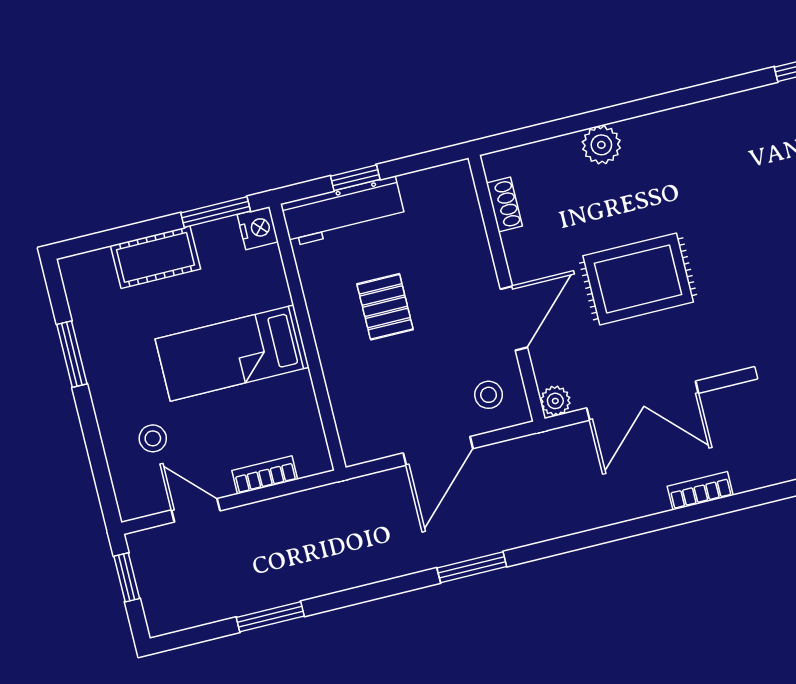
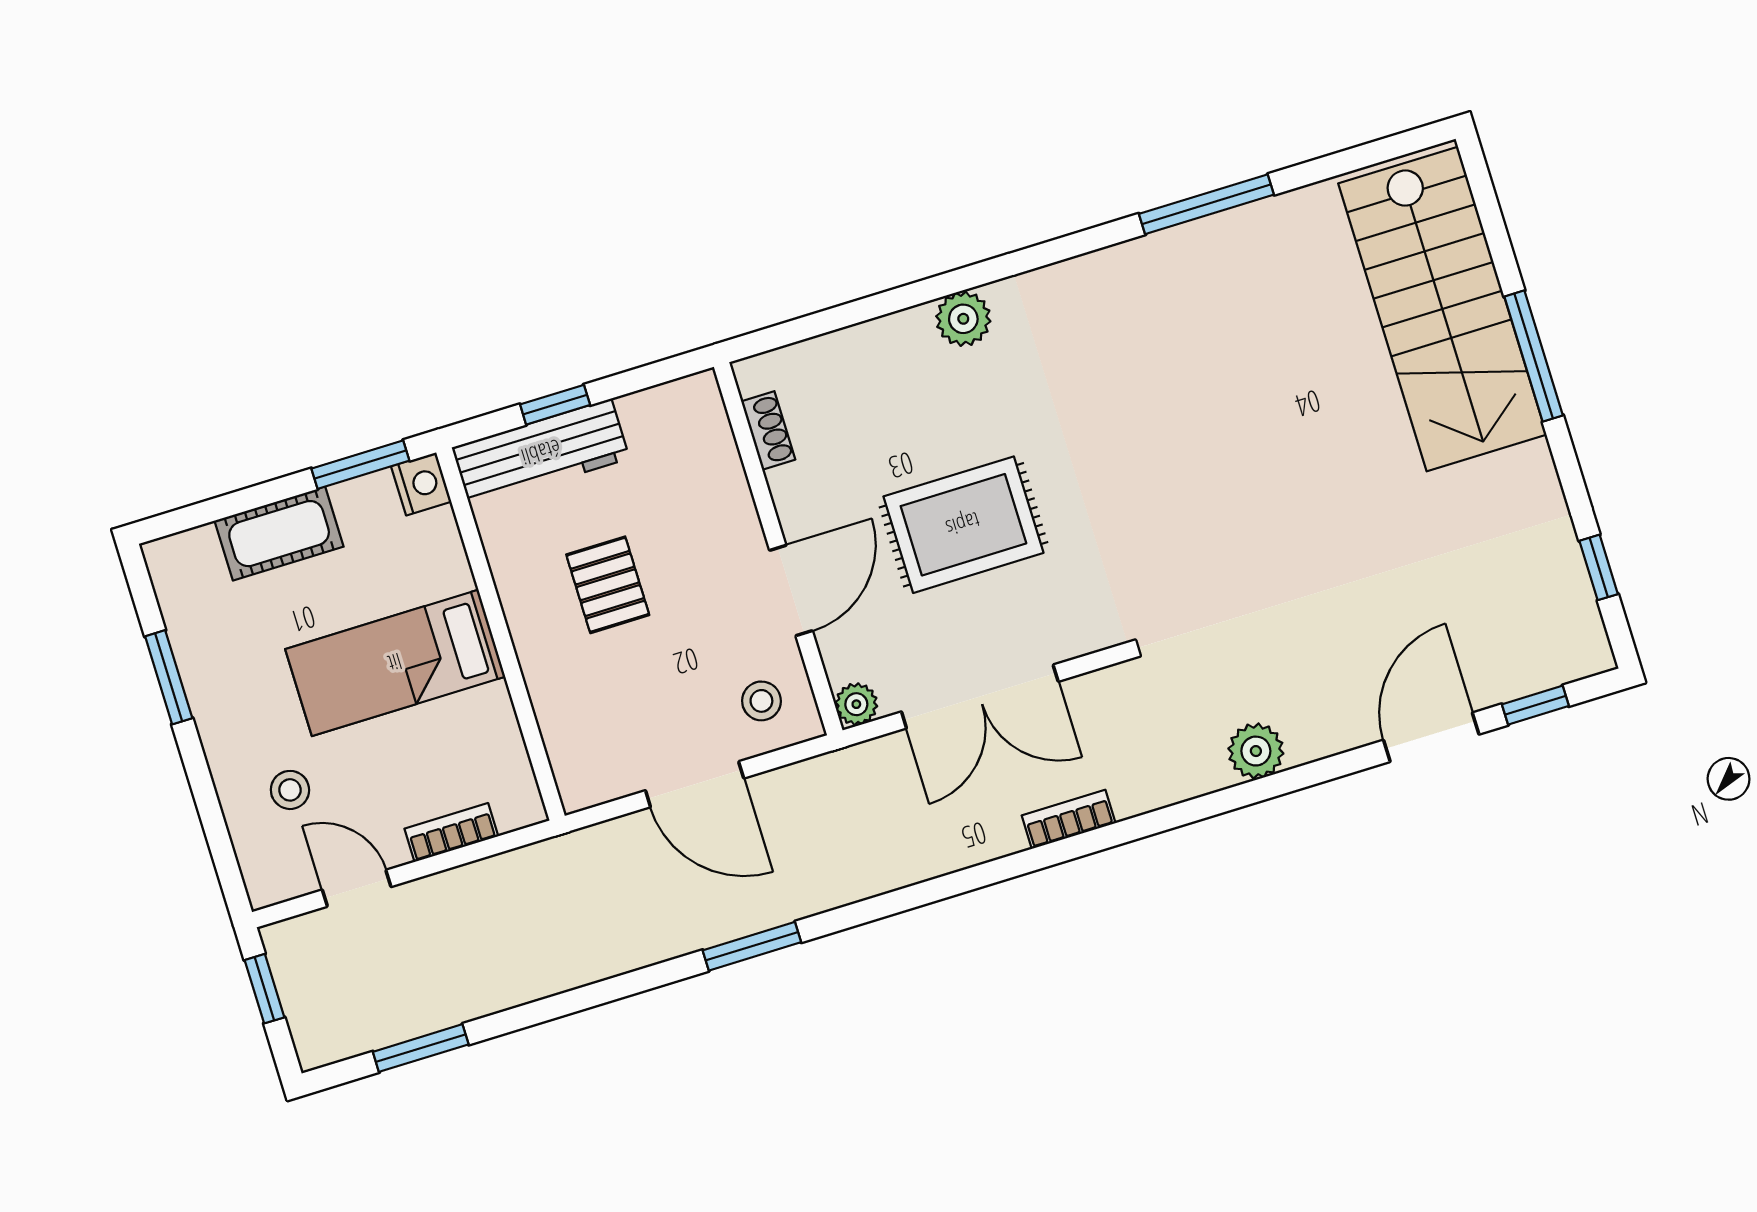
plant: (601, 145) -> (963, 319), moved
door: (438, 451) -> (695, 784), hinge flipped
window: (270, 617) -> (421, 1048), moved

